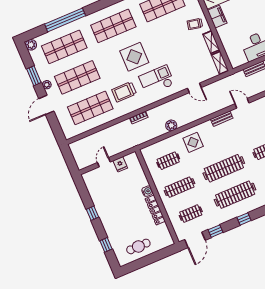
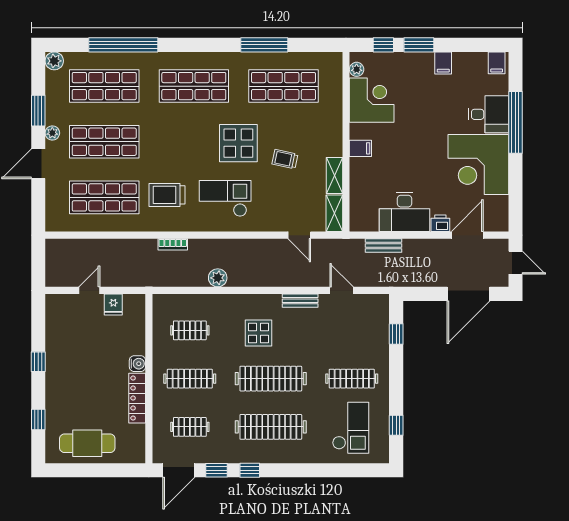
filing cabinet: (217, 17) -> (360, 148), width x0.50
trolley: (195, 24) -> (285, 159), moved
display table: (134, 57) -> (238, 143), moved
door: (194, 88) -> (299, 235), moved
display table: (193, 142) -> (258, 333), moved
window: (244, 219) -> (250, 470), moved
cafe table: (138, 246) -> (87, 443), width x1.37, depth x1.35

